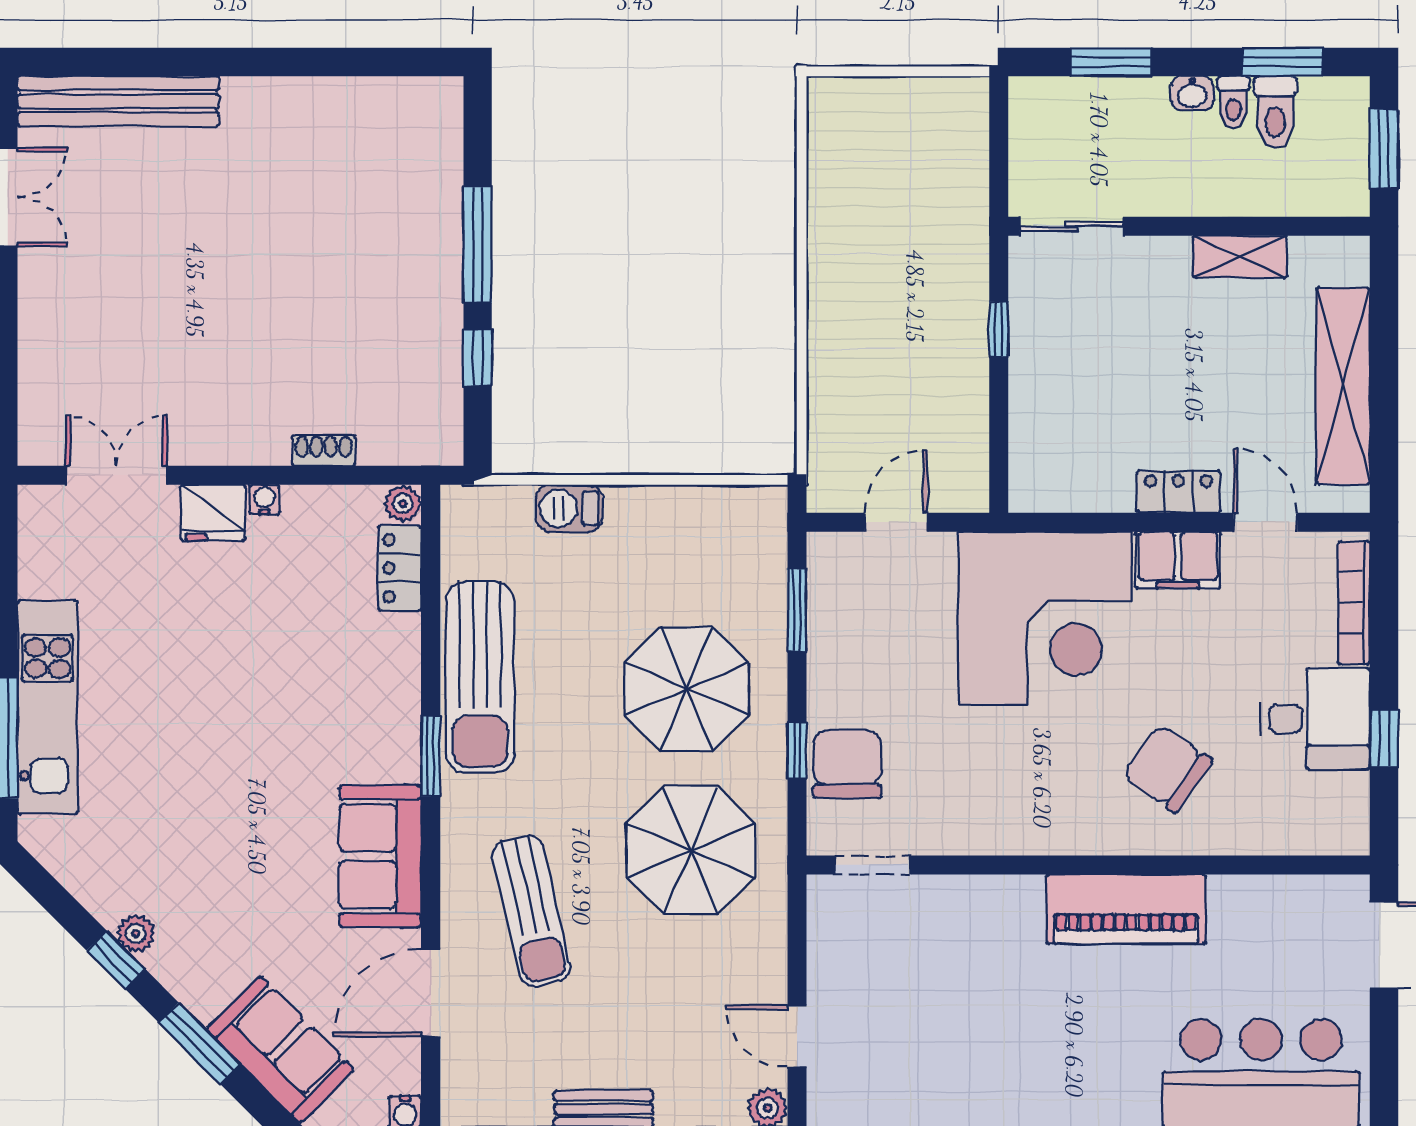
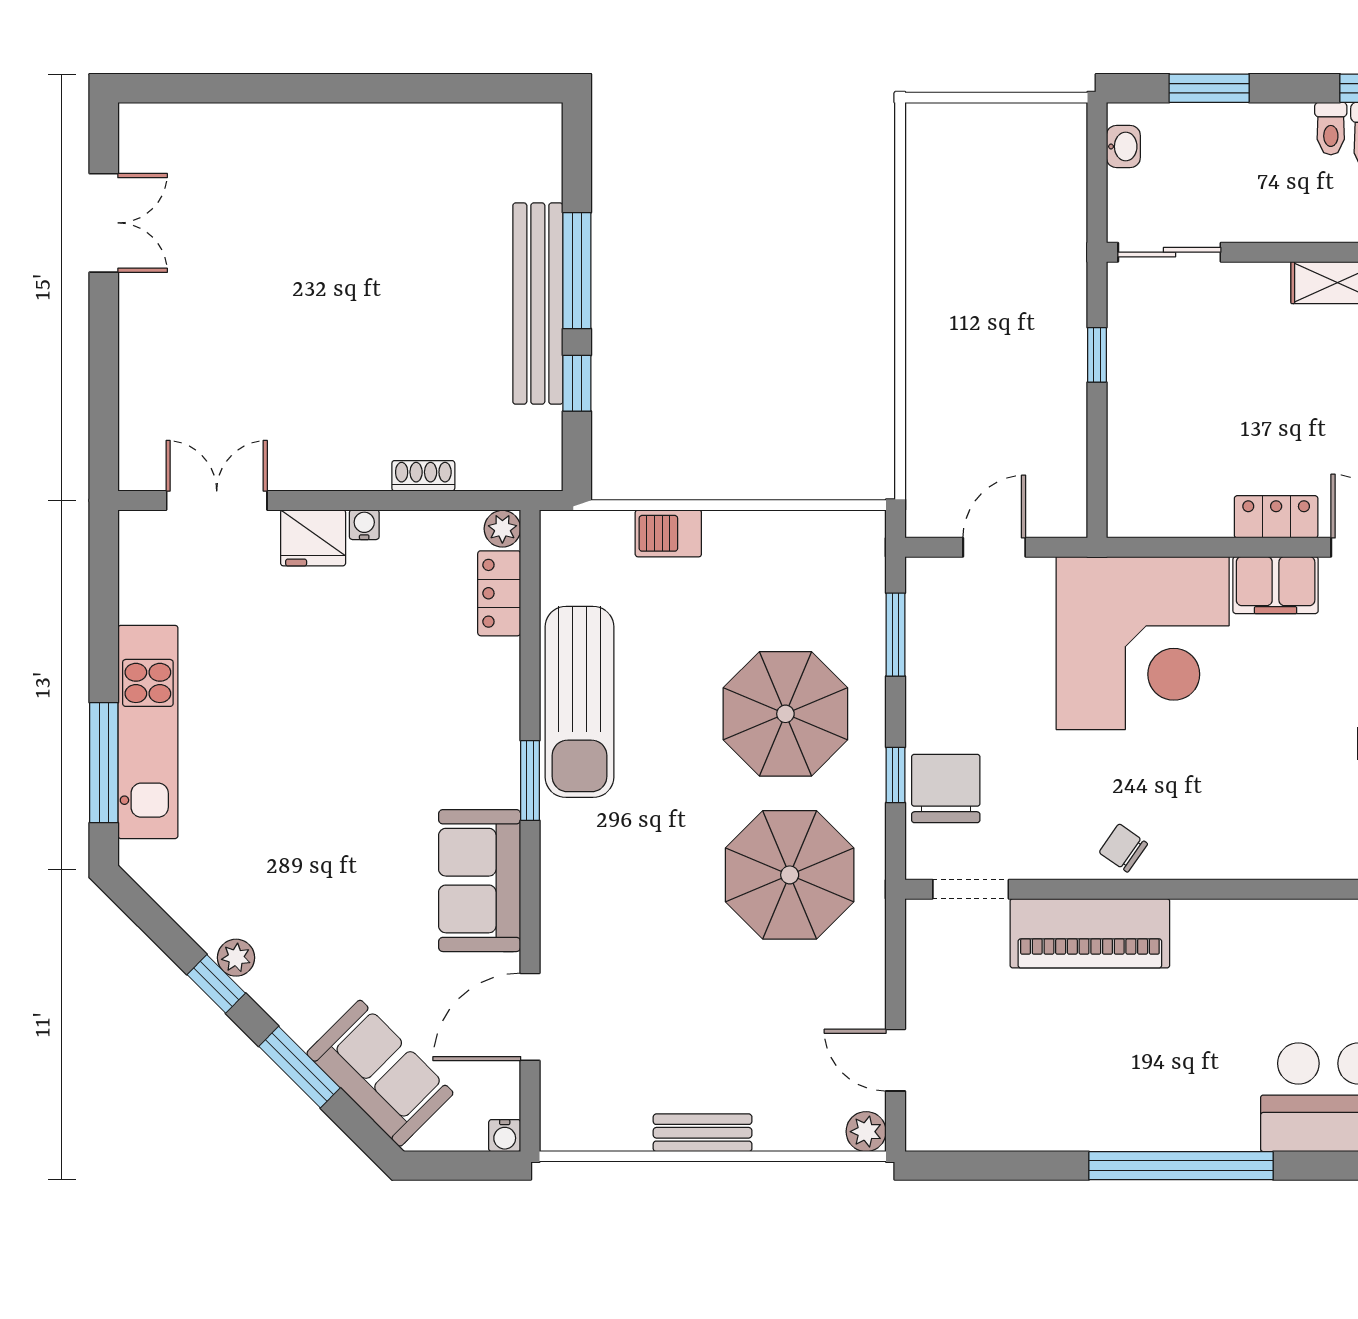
washbasin: (1192, 93) -> (1123, 147), moved, turned -90
bench: (118, 101) -> (538, 304), moved, turned 90
chair: (1167, 768) -> (1123, 848), moved, width x0.54, depth x0.54
piano: (1126, 909) -> (1090, 933), moved
sun lounger: (531, 911) -> (630, 935), removed

